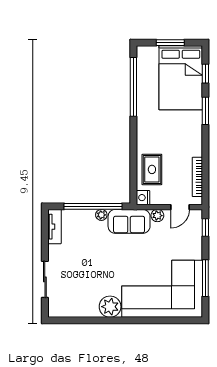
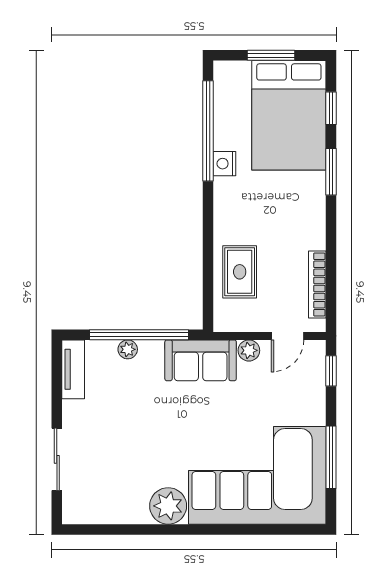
nightstand: (143, 198) -> (224, 164), moved
plant: (101, 215) -> (128, 349), moved

